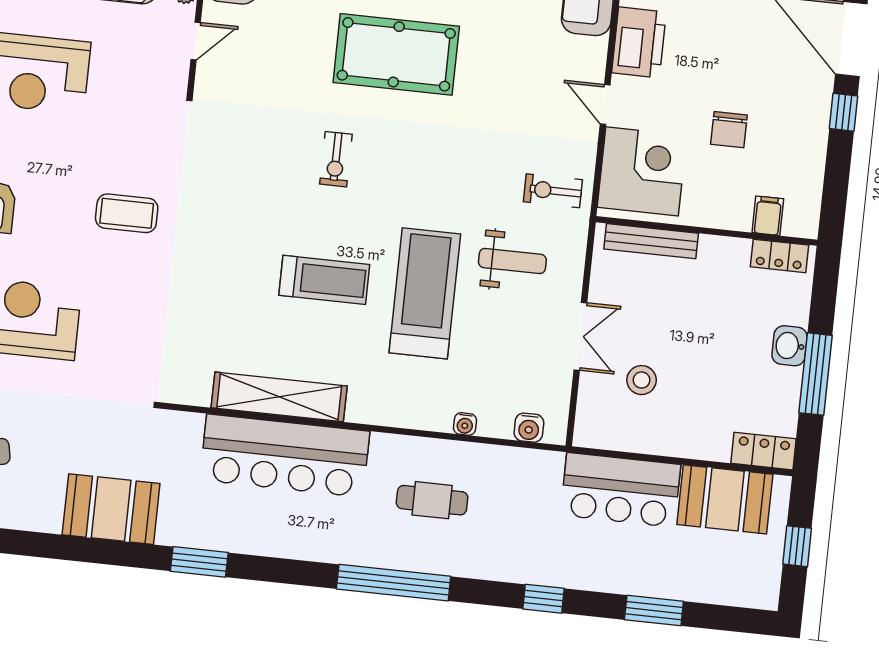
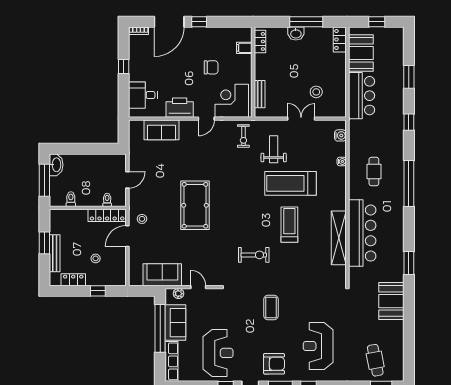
exercise bike: (336, 159) -> (254, 255), moved, width x1.38, depth x1.39
bench: (651, 241) -> (260, 94), width x0.73

